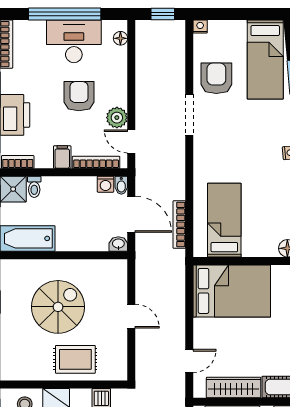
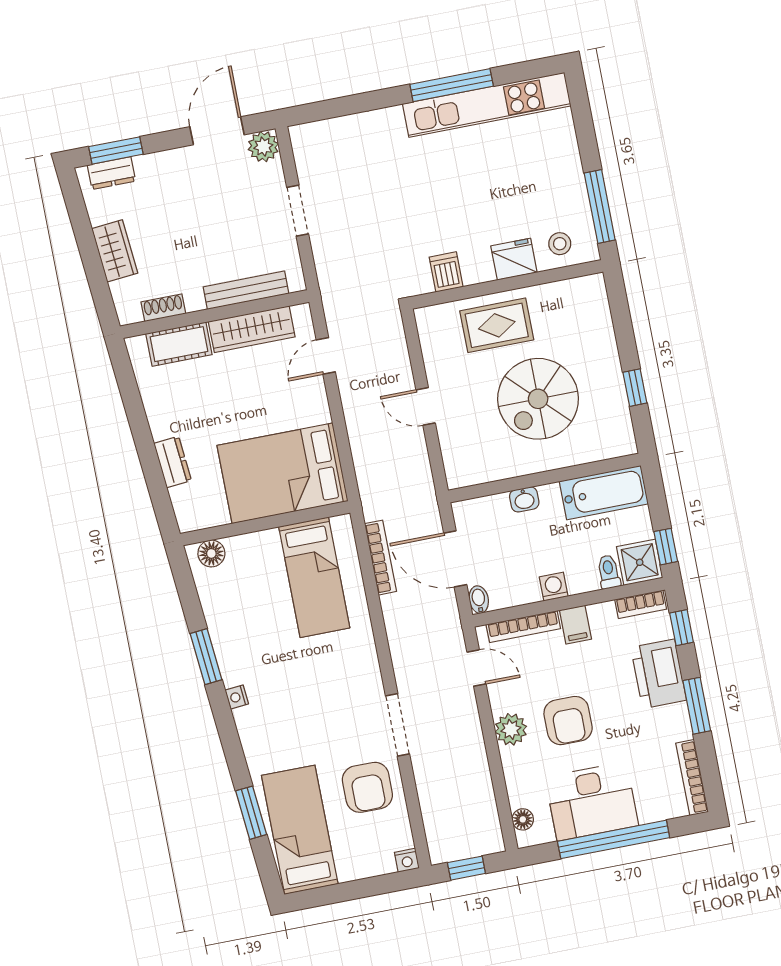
plant: (117, 118) -> (511, 729), moved
washing machine: (105, 184) -> (554, 587), moved
washbasin: (118, 244) -> (524, 499), moved

